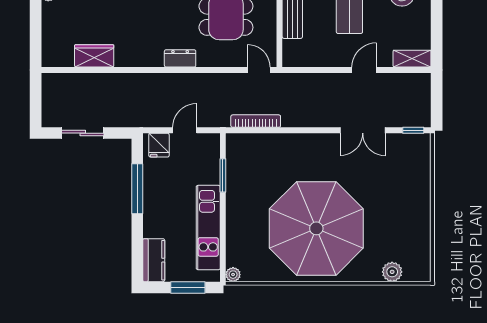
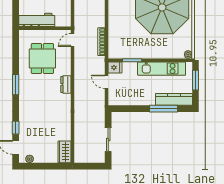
wardrobe: (94, 56) -> (65, 152), moved
fridge: (159, 145) -> (115, 68), moved
window: (137, 189) -> (163, 109), moved
kitchen counter: (154, 260) -> (174, 99), width x1.50

